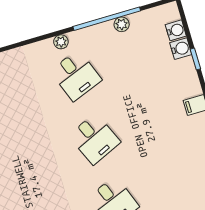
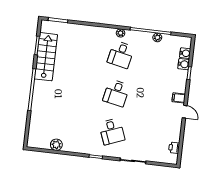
desk: (76, 75) -> (121, 55), turned 33
desk: (94, 139) -> (116, 93), turned 36

